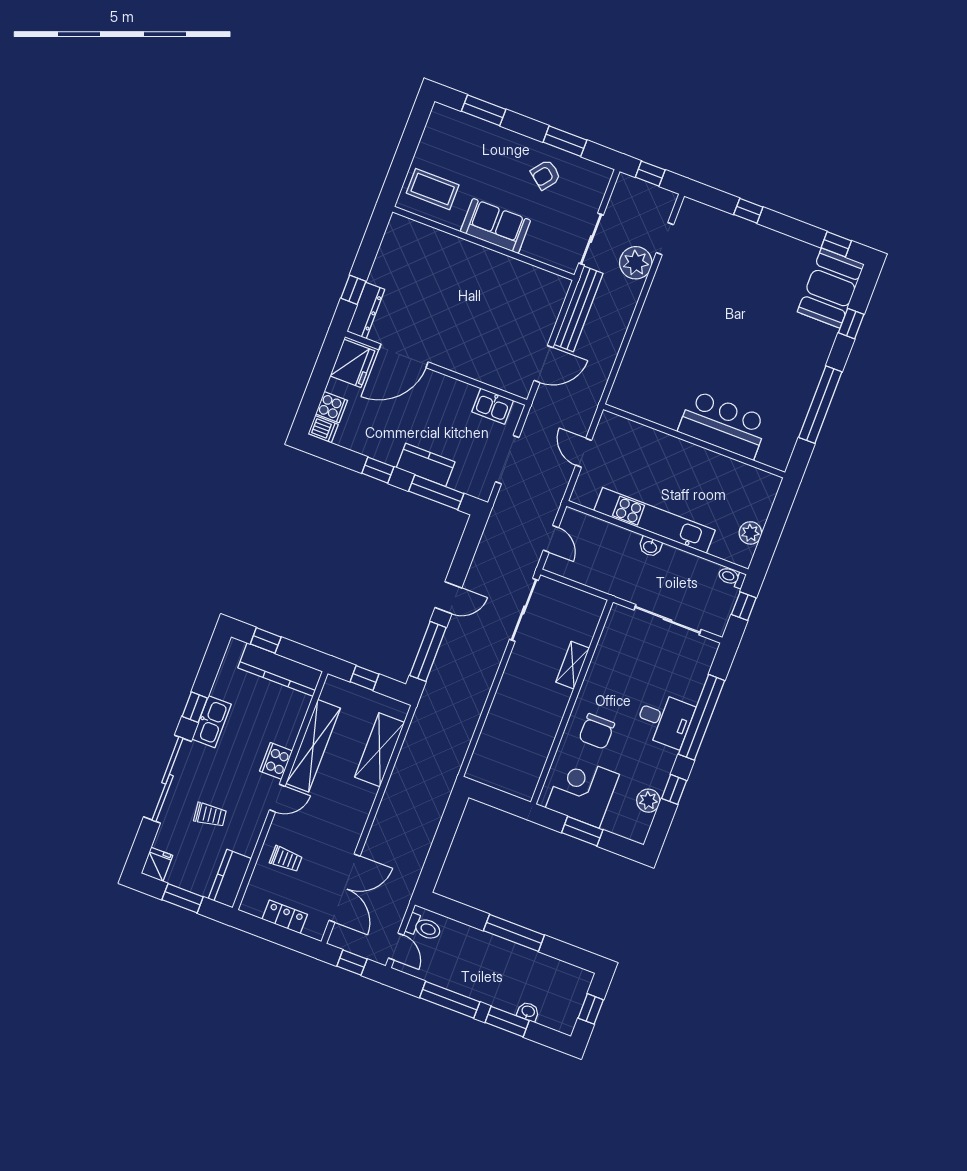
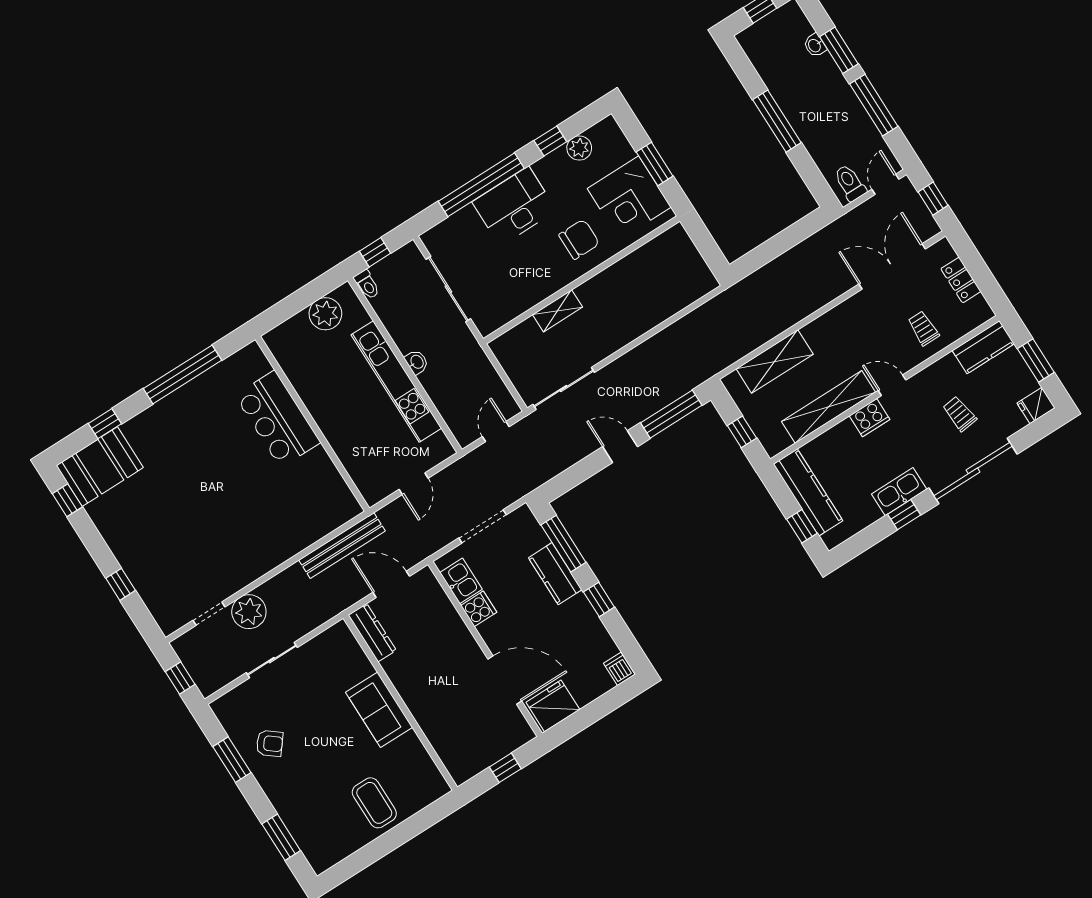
sofa: (495, 226) -> (379, 710), moved
wall: (483, 243) -> (400, 703), moved
bench: (578, 309) -> (342, 545), moved
dresser: (366, 310) -> (372, 633), moved, turned 90
cooker: (332, 407) -> (479, 609), moved, turned 90
plant: (750, 533) -> (325, 314), width x1.36, depth x1.36
desk: (665, 720) -> (514, 206), width x1.37

